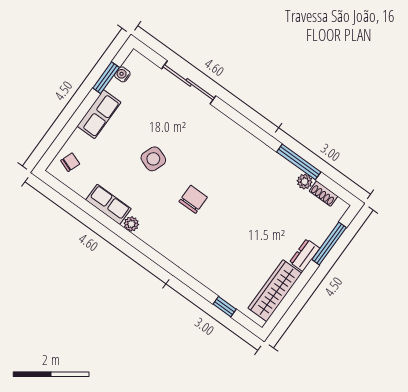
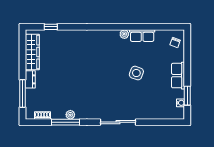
sliding door: (189, 82) -> (118, 122), moved
plant: (305, 182) -> (70, 115), moved
chair: (193, 199) -> (103, 67), removed

